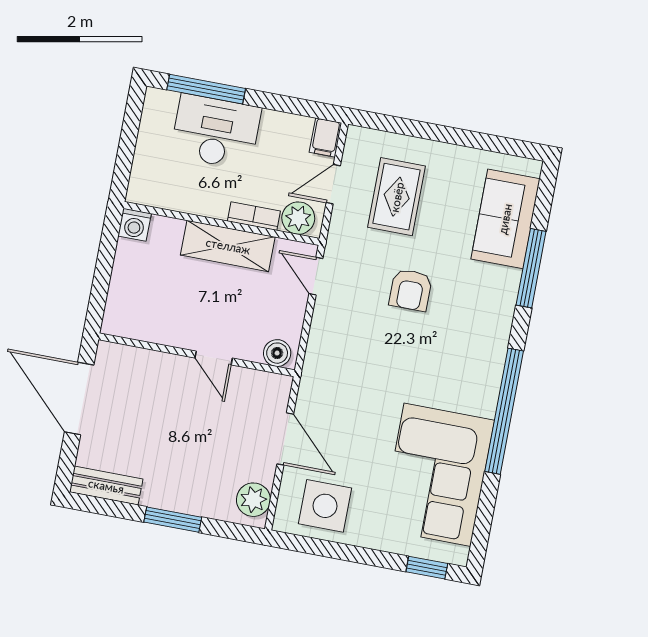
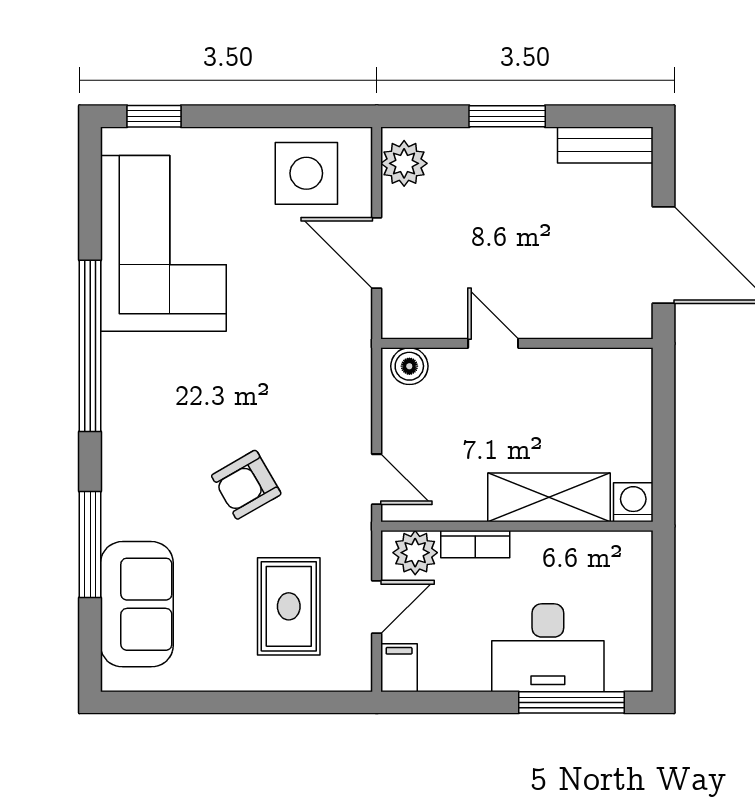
shelving: (228, 246) -> (549, 497), moved
armchair: (411, 290) -> (246, 485), turned -120

